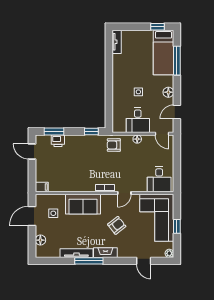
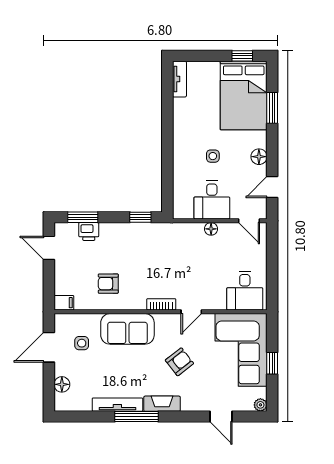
bed: (163, 53) -> (244, 95), width x1.50
window: (177, 61) -> (272, 108), width x0.69
armchair: (114, 145) -> (108, 284), moved

